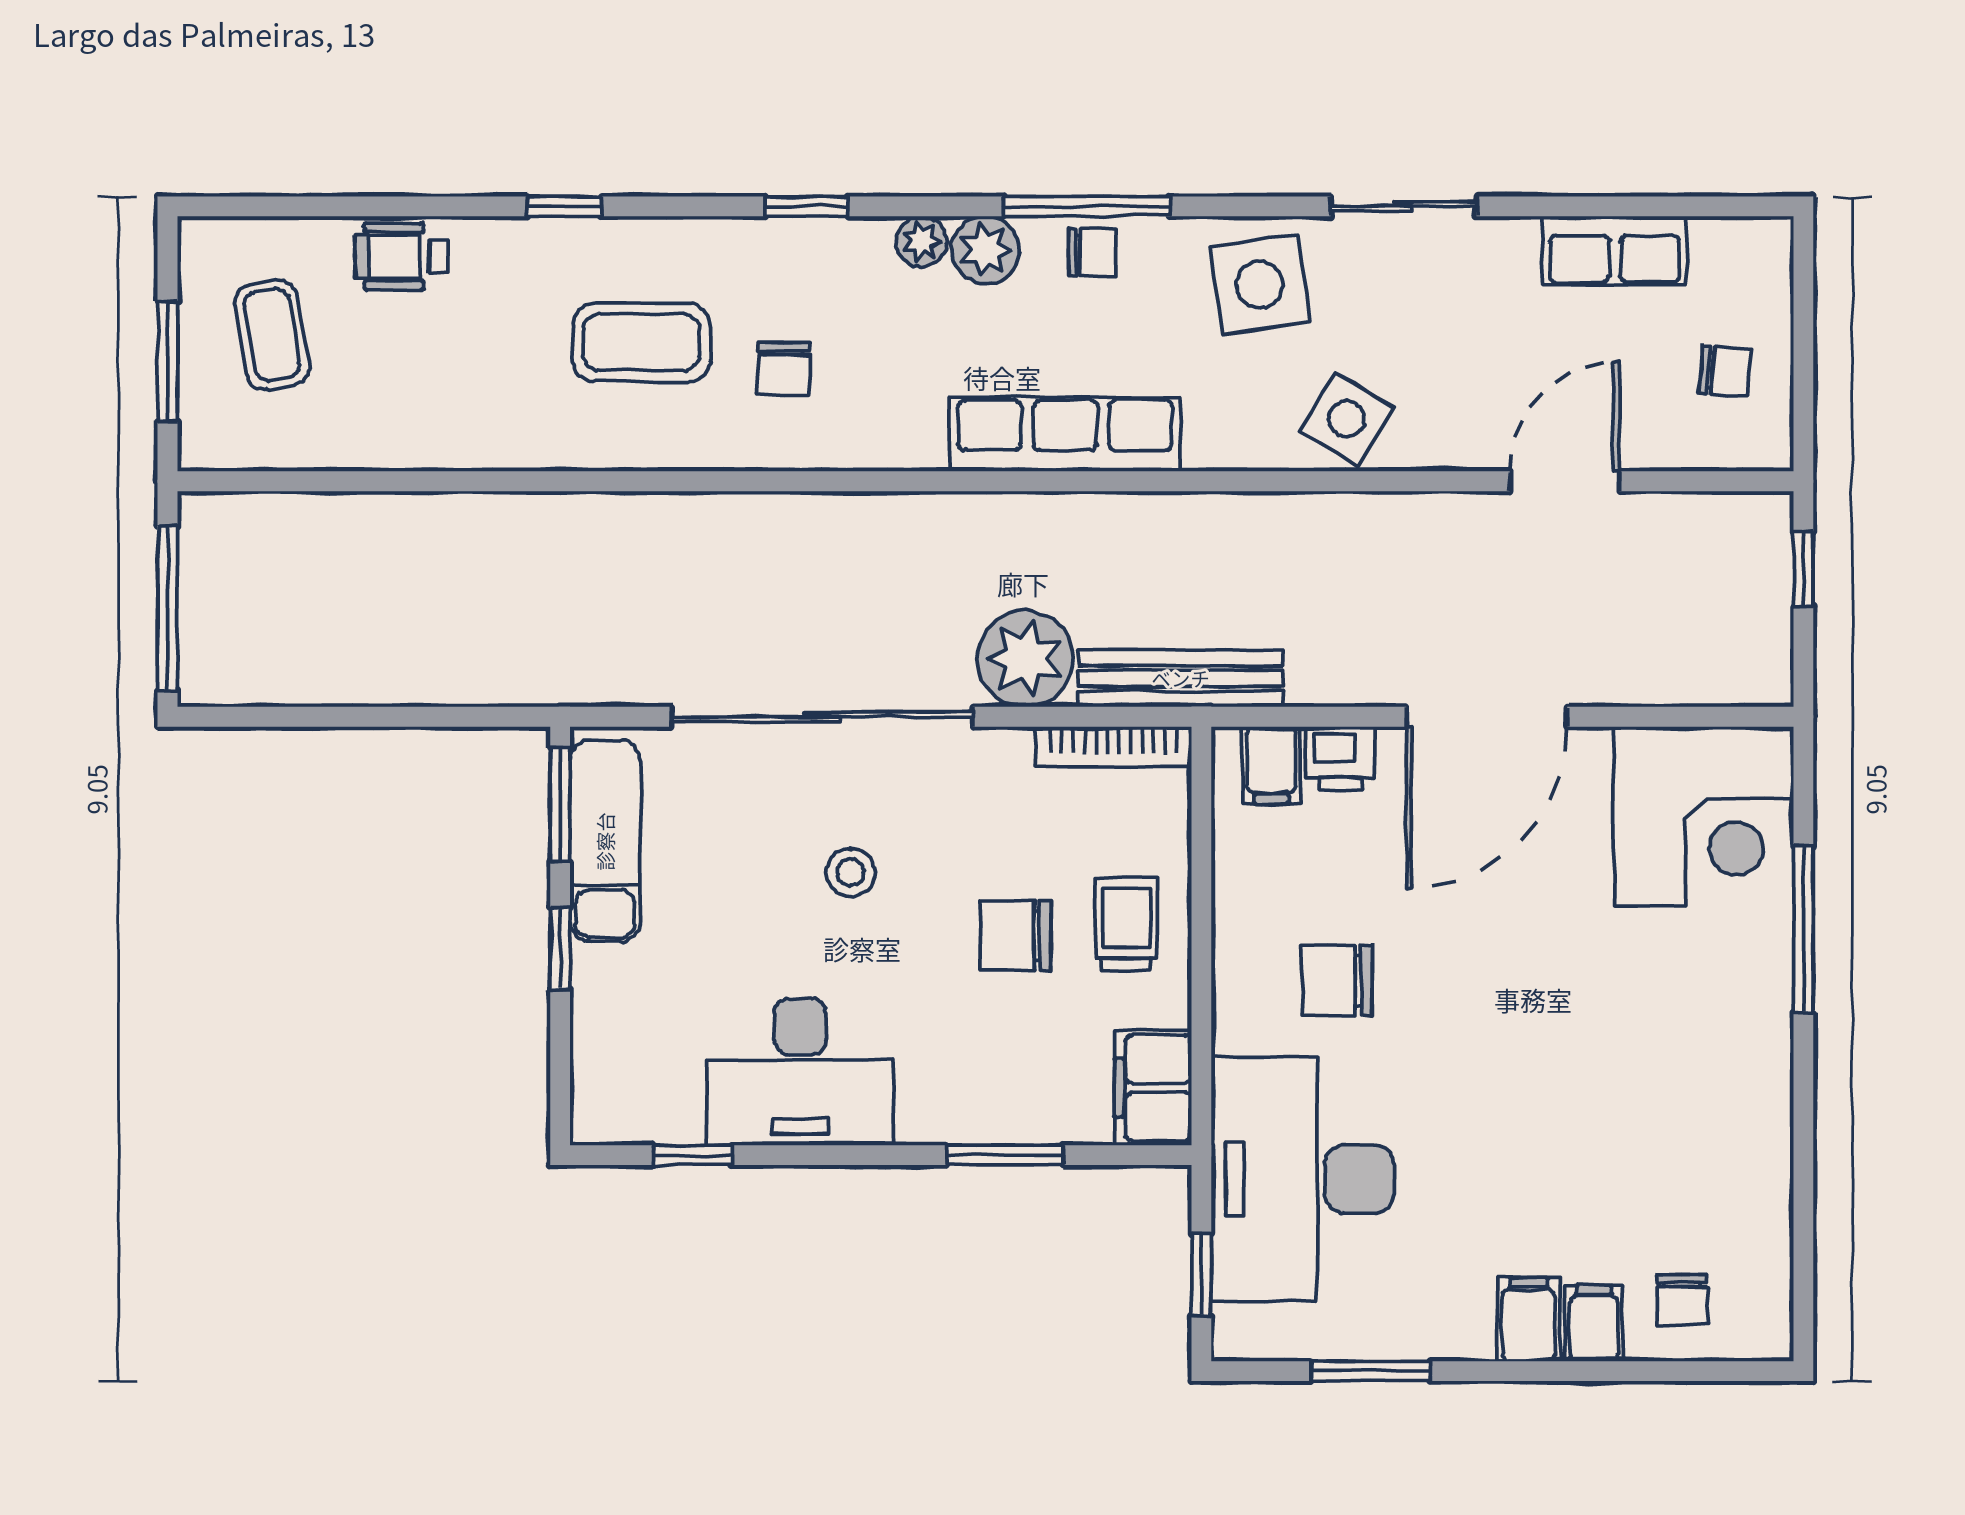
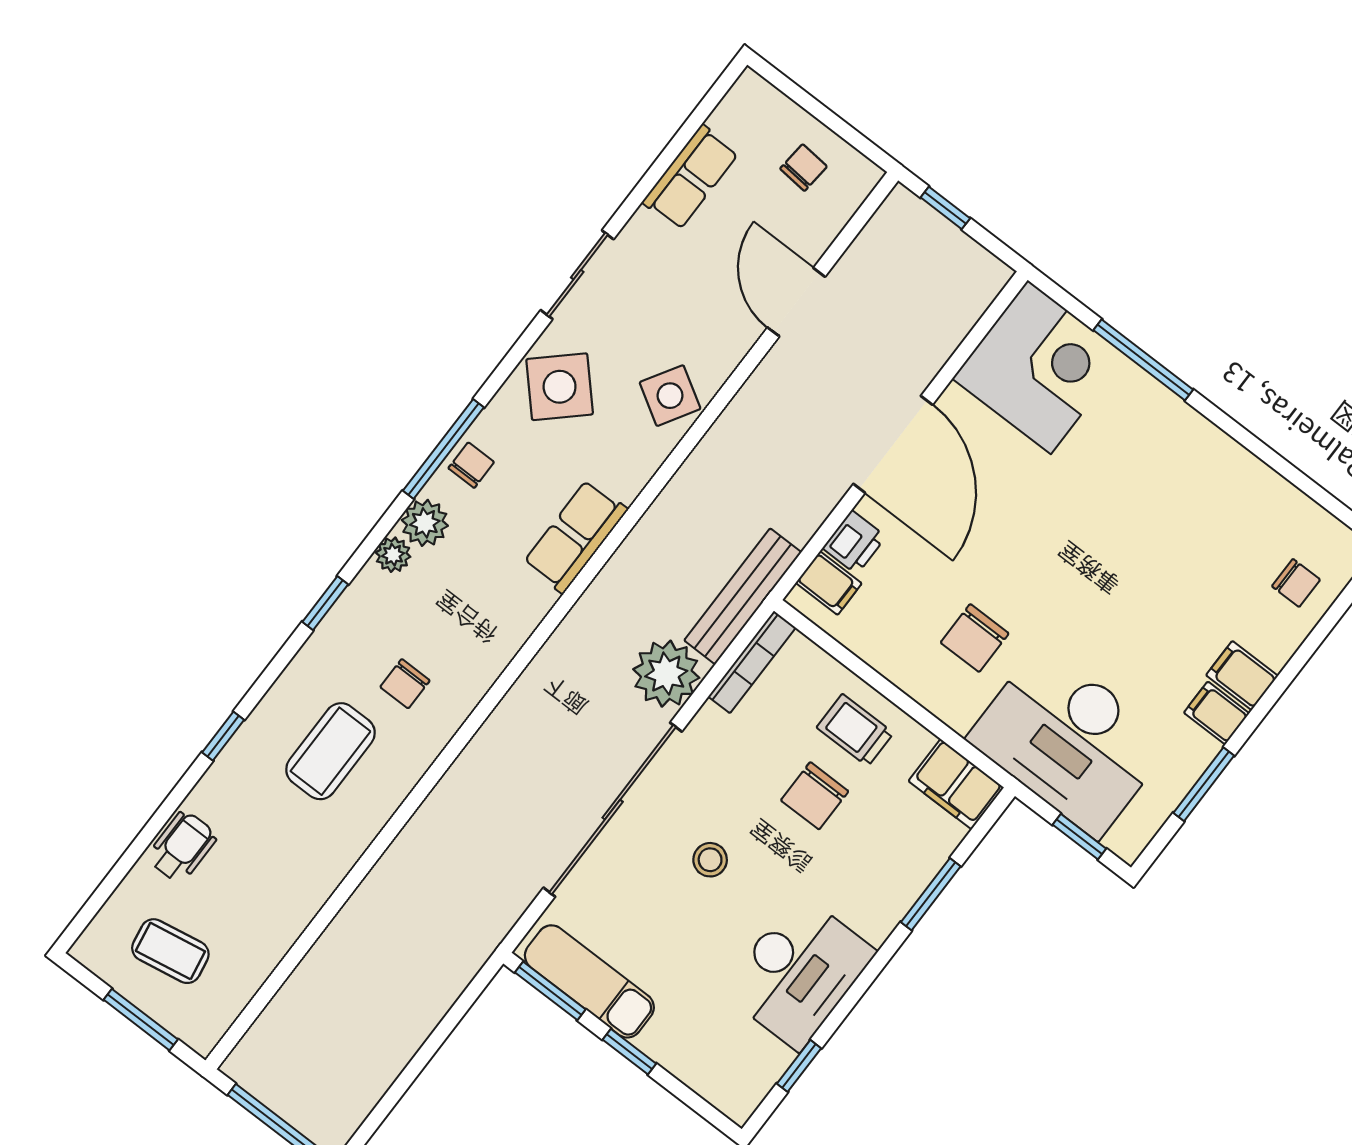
wheelchair: (402, 257) -> (182, 847), turned 180
side table: (1260, 285) -> (560, 387), turned -35
chair: (784, 369) -> (405, 684), turned 90
row of seats: (1065, 434) -> (575, 536), width x0.68
filing cabinet: (1594, 1323) -> (1217, 713), moved

